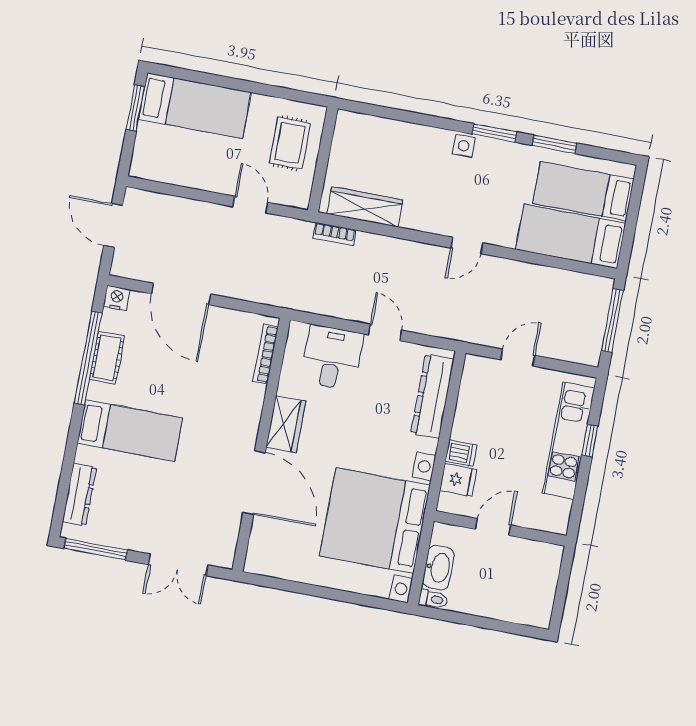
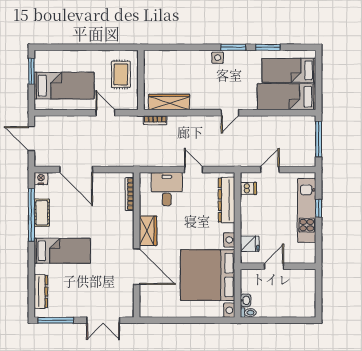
bed: (195, 106) -> (64, 86), moved
dishwasher: (461, 453) -> (248, 188), moved
washbasin: (438, 568) -> (246, 300), width x0.52, depth x0.69

